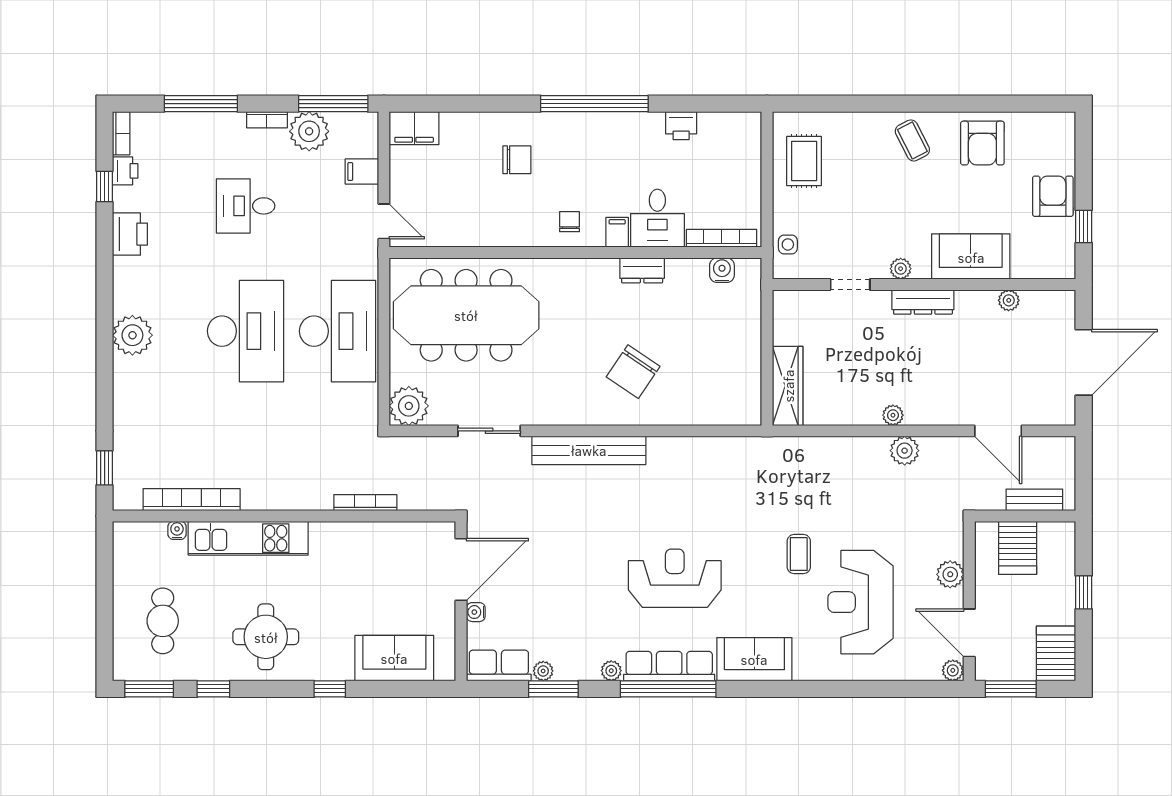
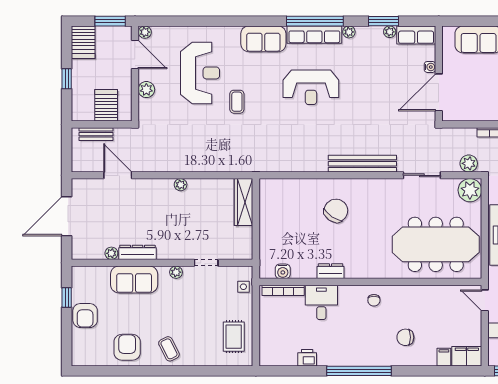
filing cabinet: (617, 232) -> (444, 357), moved, turned 180
dresser: (923, 302) -> (137, 252), moved
plant: (905, 451) -> (469, 163), moved

